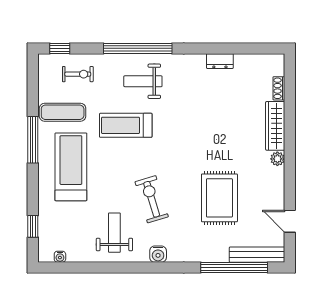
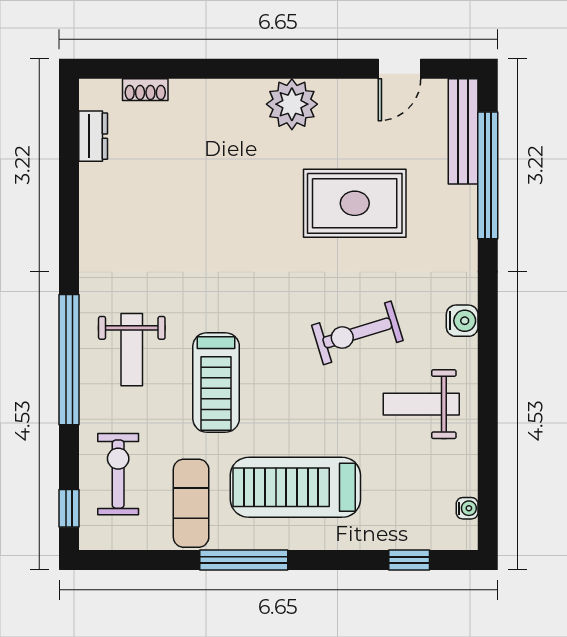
dresser: (220, 61) -> (93, 136), moved
exercise bike: (78, 74) -> (118, 474), width x1.38, depth x1.39
wardrobe: (275, 126) -> (217, 97), removed
plant: (277, 159) -> (292, 104), width x1.87, depth x1.87

